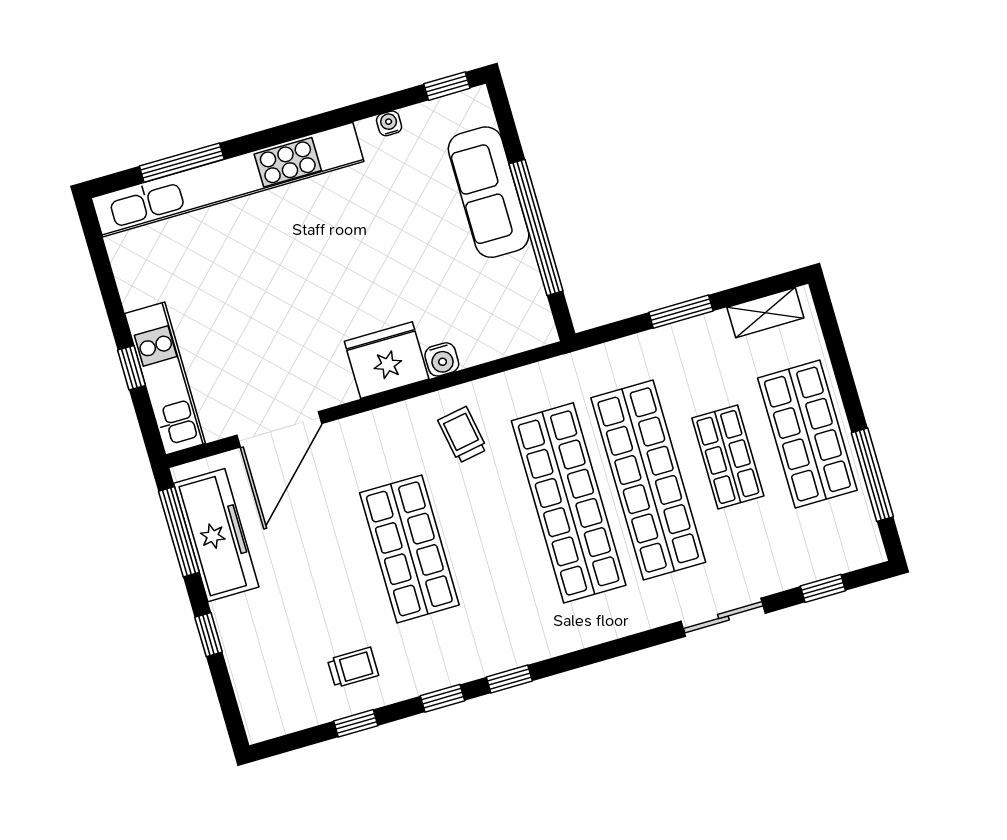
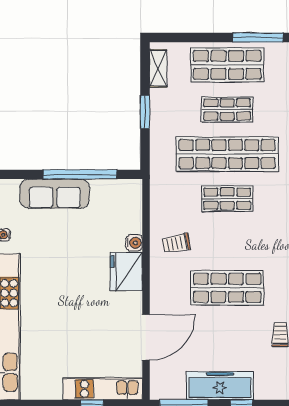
door: (279, 429) -> (146, 337), hinge flipped
shop shelf: (569, 503) -> (227, 199), width x0.50, depth x0.74
freezer: (216, 535) -> (220, 386), moved

